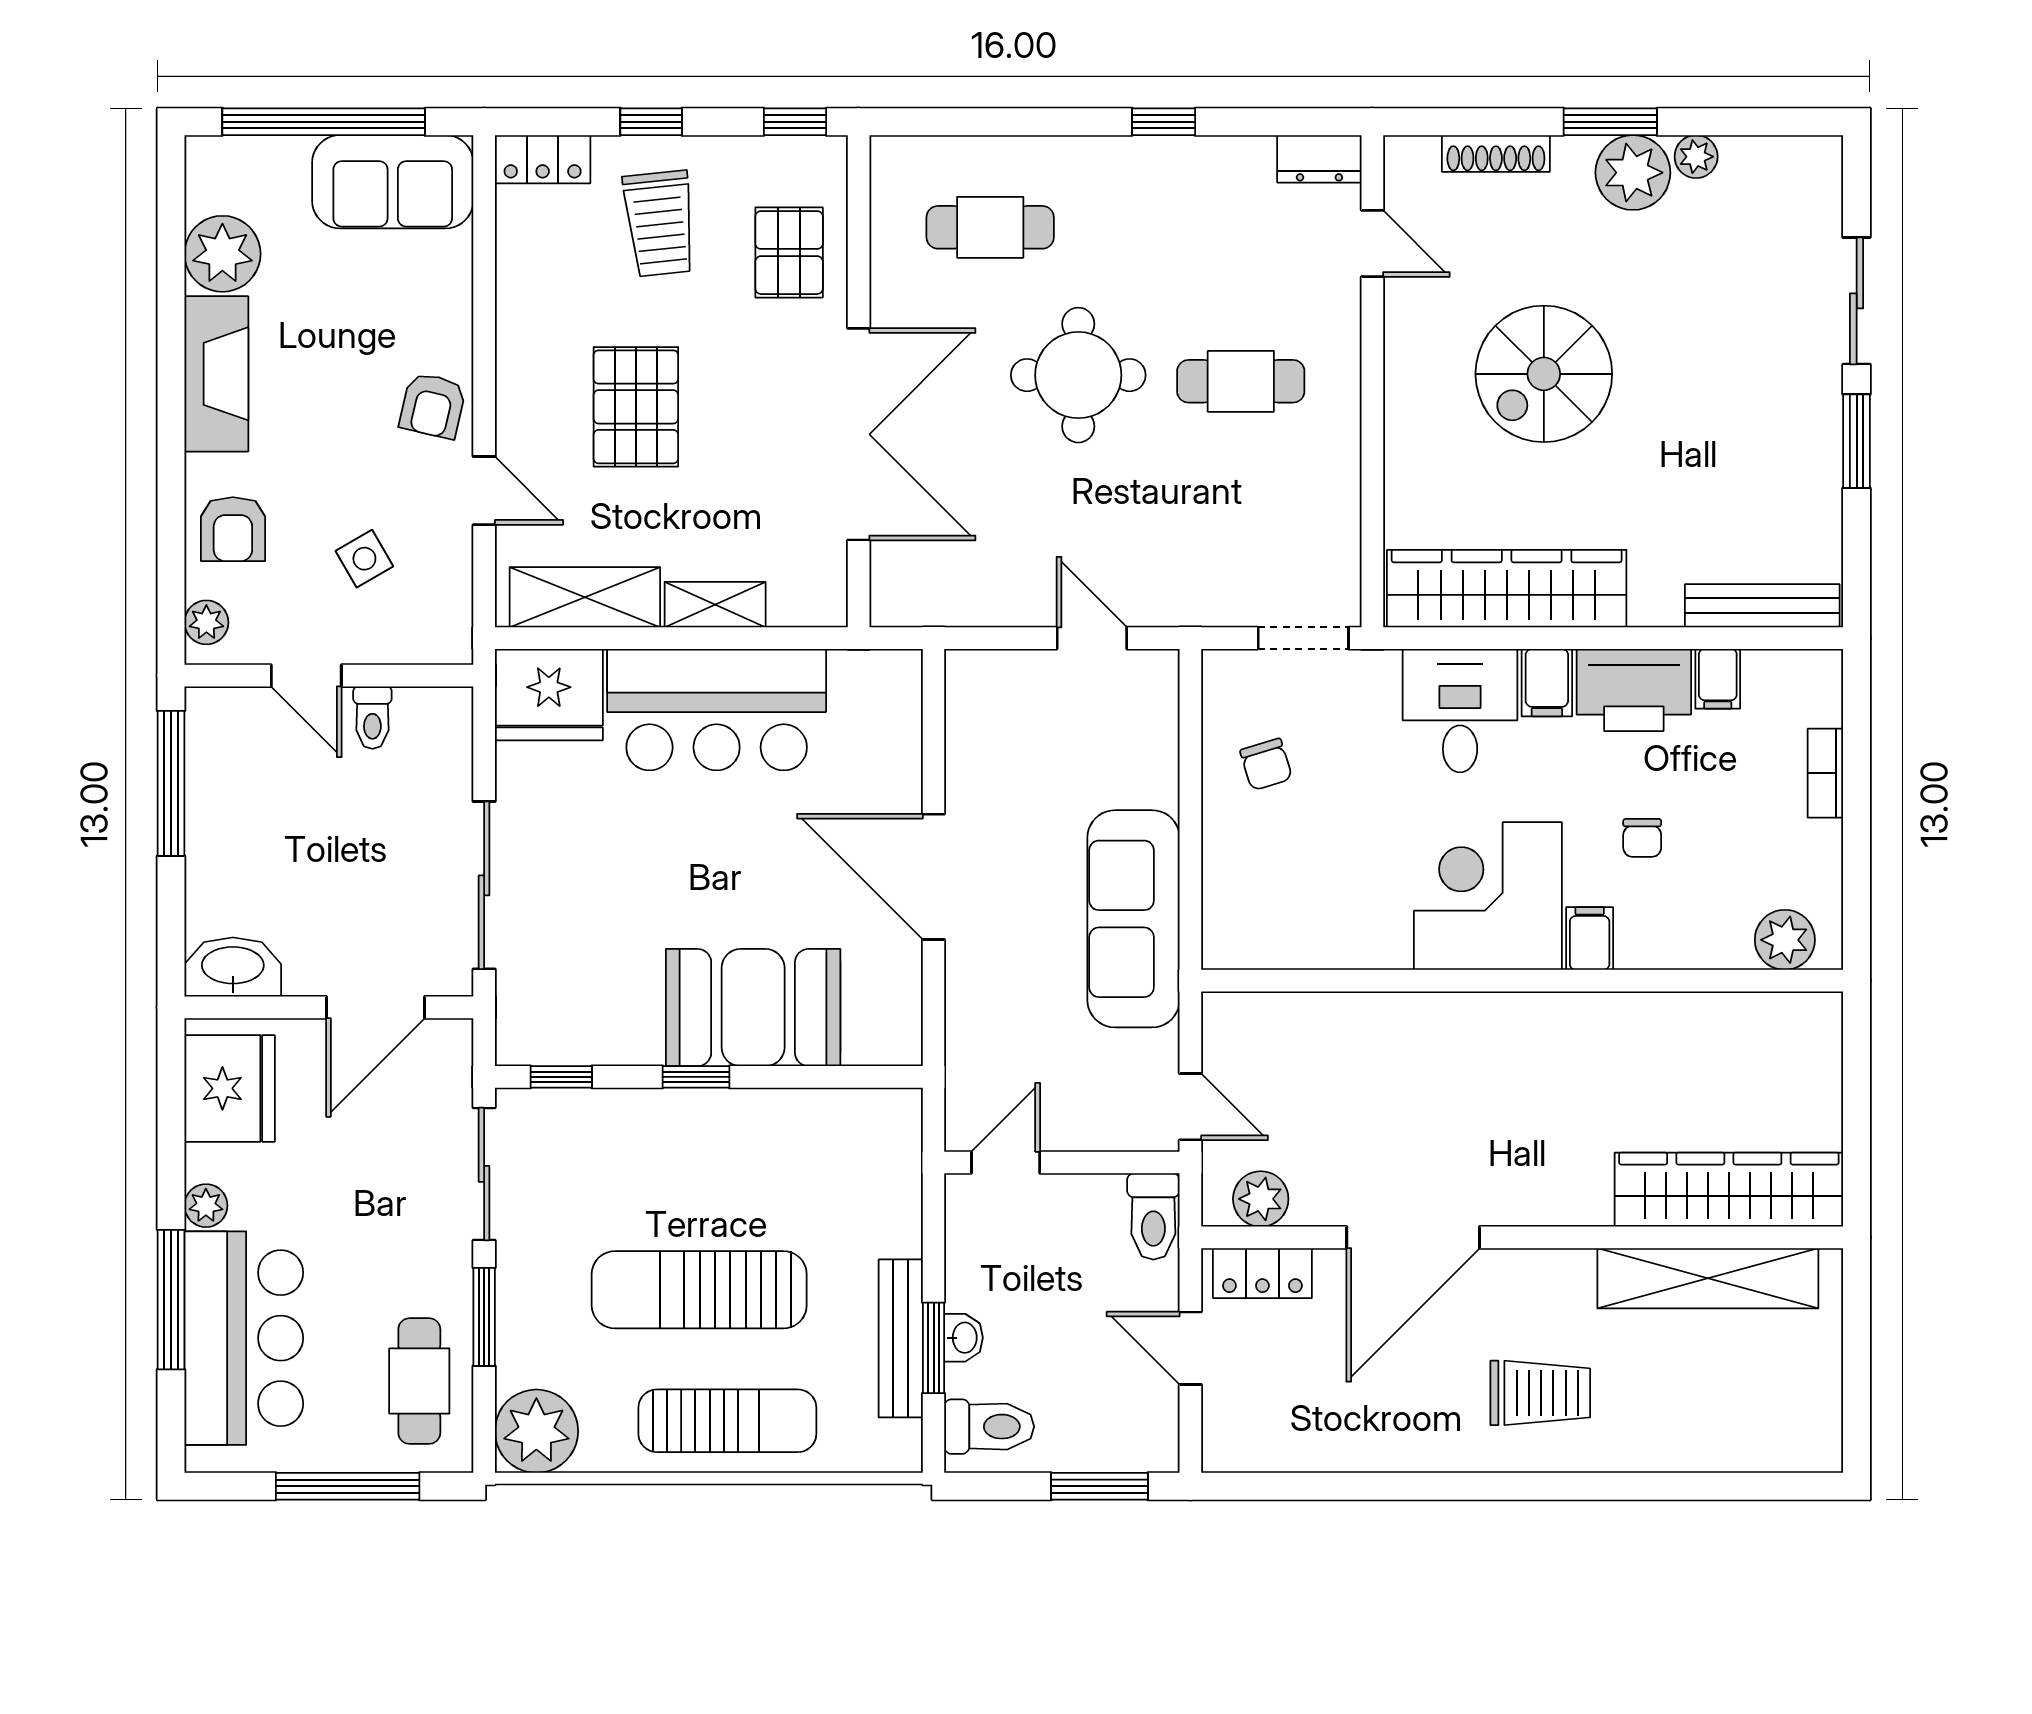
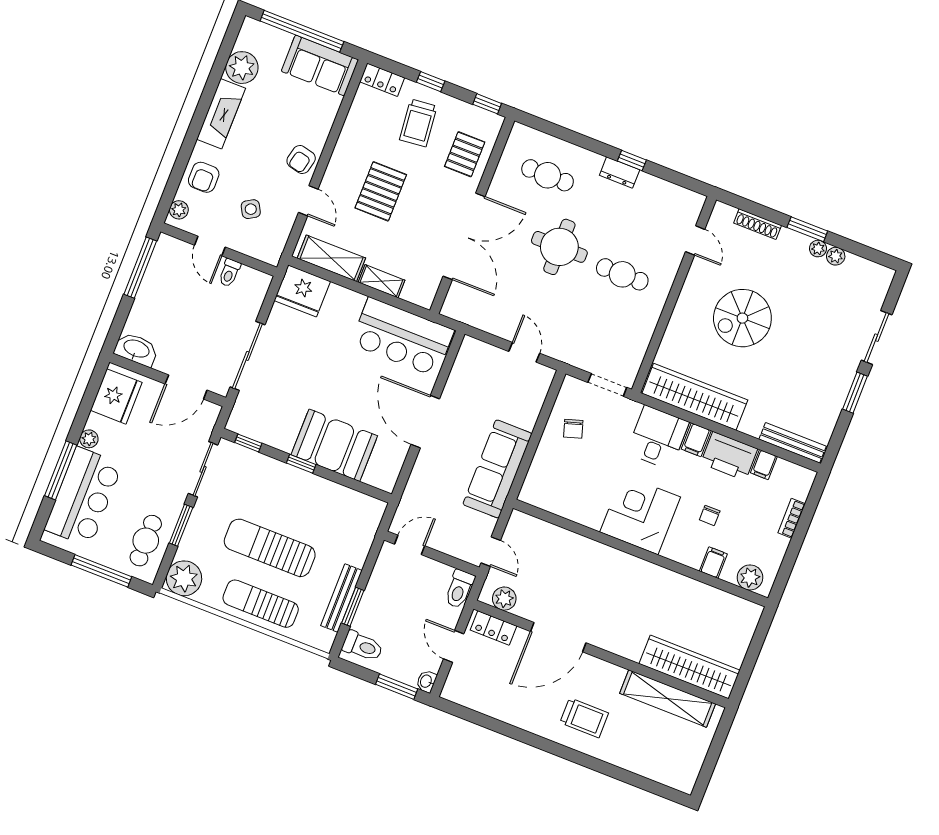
dresser: (1319, 159) -> (620, 172), moved
plant: (1633, 173) -> (818, 249), width x0.53, depth x0.53
bar counter: (717, 710) -> (402, 337), moved
filing cabinet: (1590, 939) -> (713, 563), moved
washbasin: (964, 1338) -> (426, 681), moved, turned 180
sun lounger: (727, 1421) -> (261, 604), turned 180

